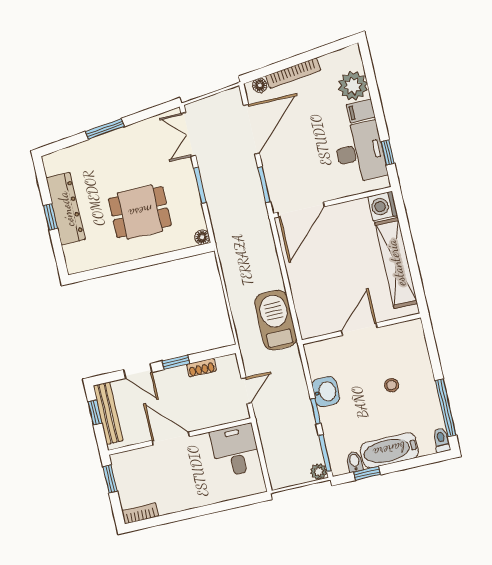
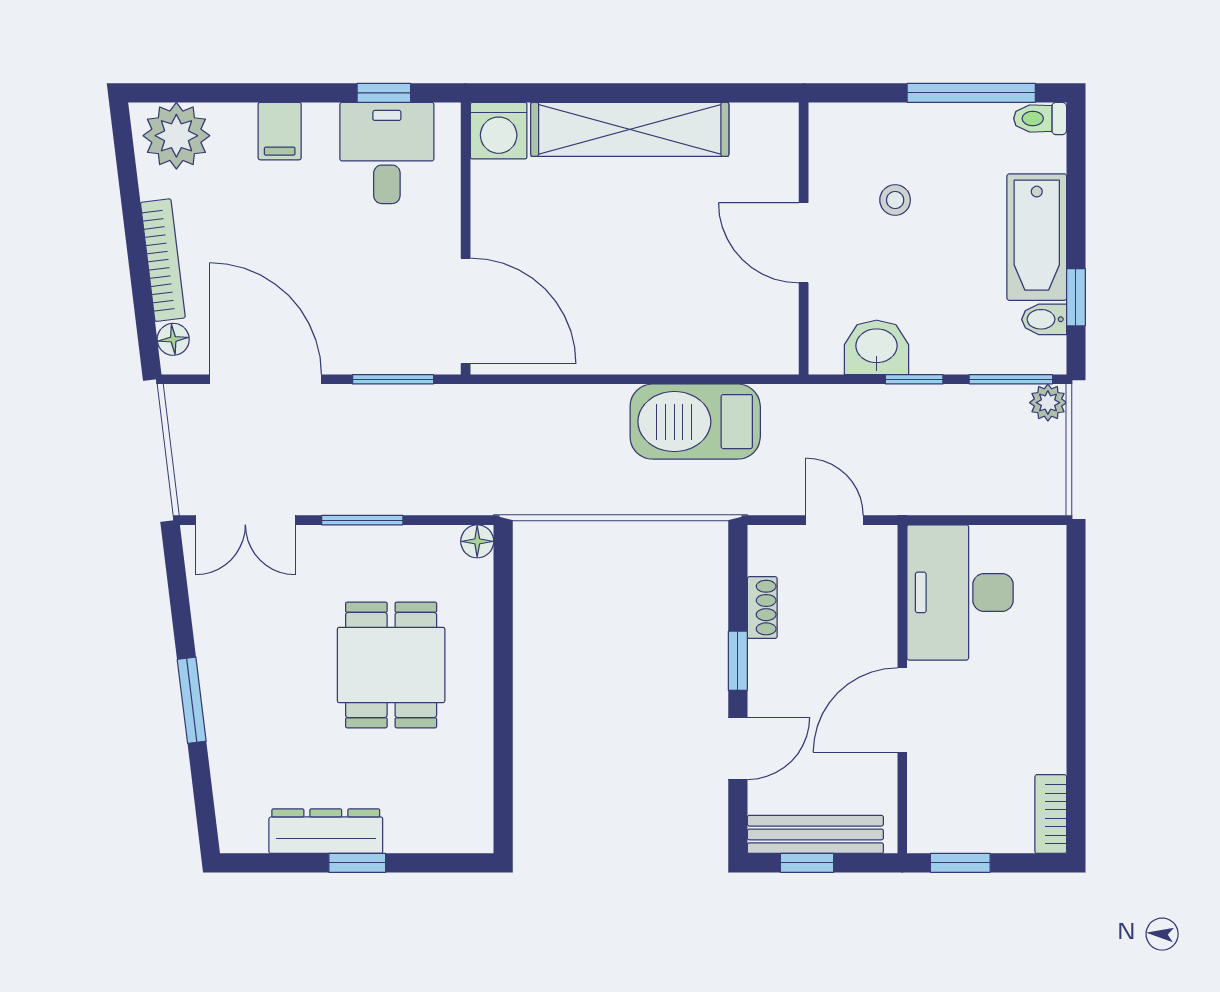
plant: (353, 86) -> (176, 136), moved
desk: (360, 152) -> (387, 153), width x0.73
dresser: (66, 209) -> (326, 831), width x0.73, depth x0.80
door: (359, 329) -> (804, 243), moved
wall: (361, 329) -> (804, 238), moved
desk: (235, 450) -> (960, 592), width x1.37

